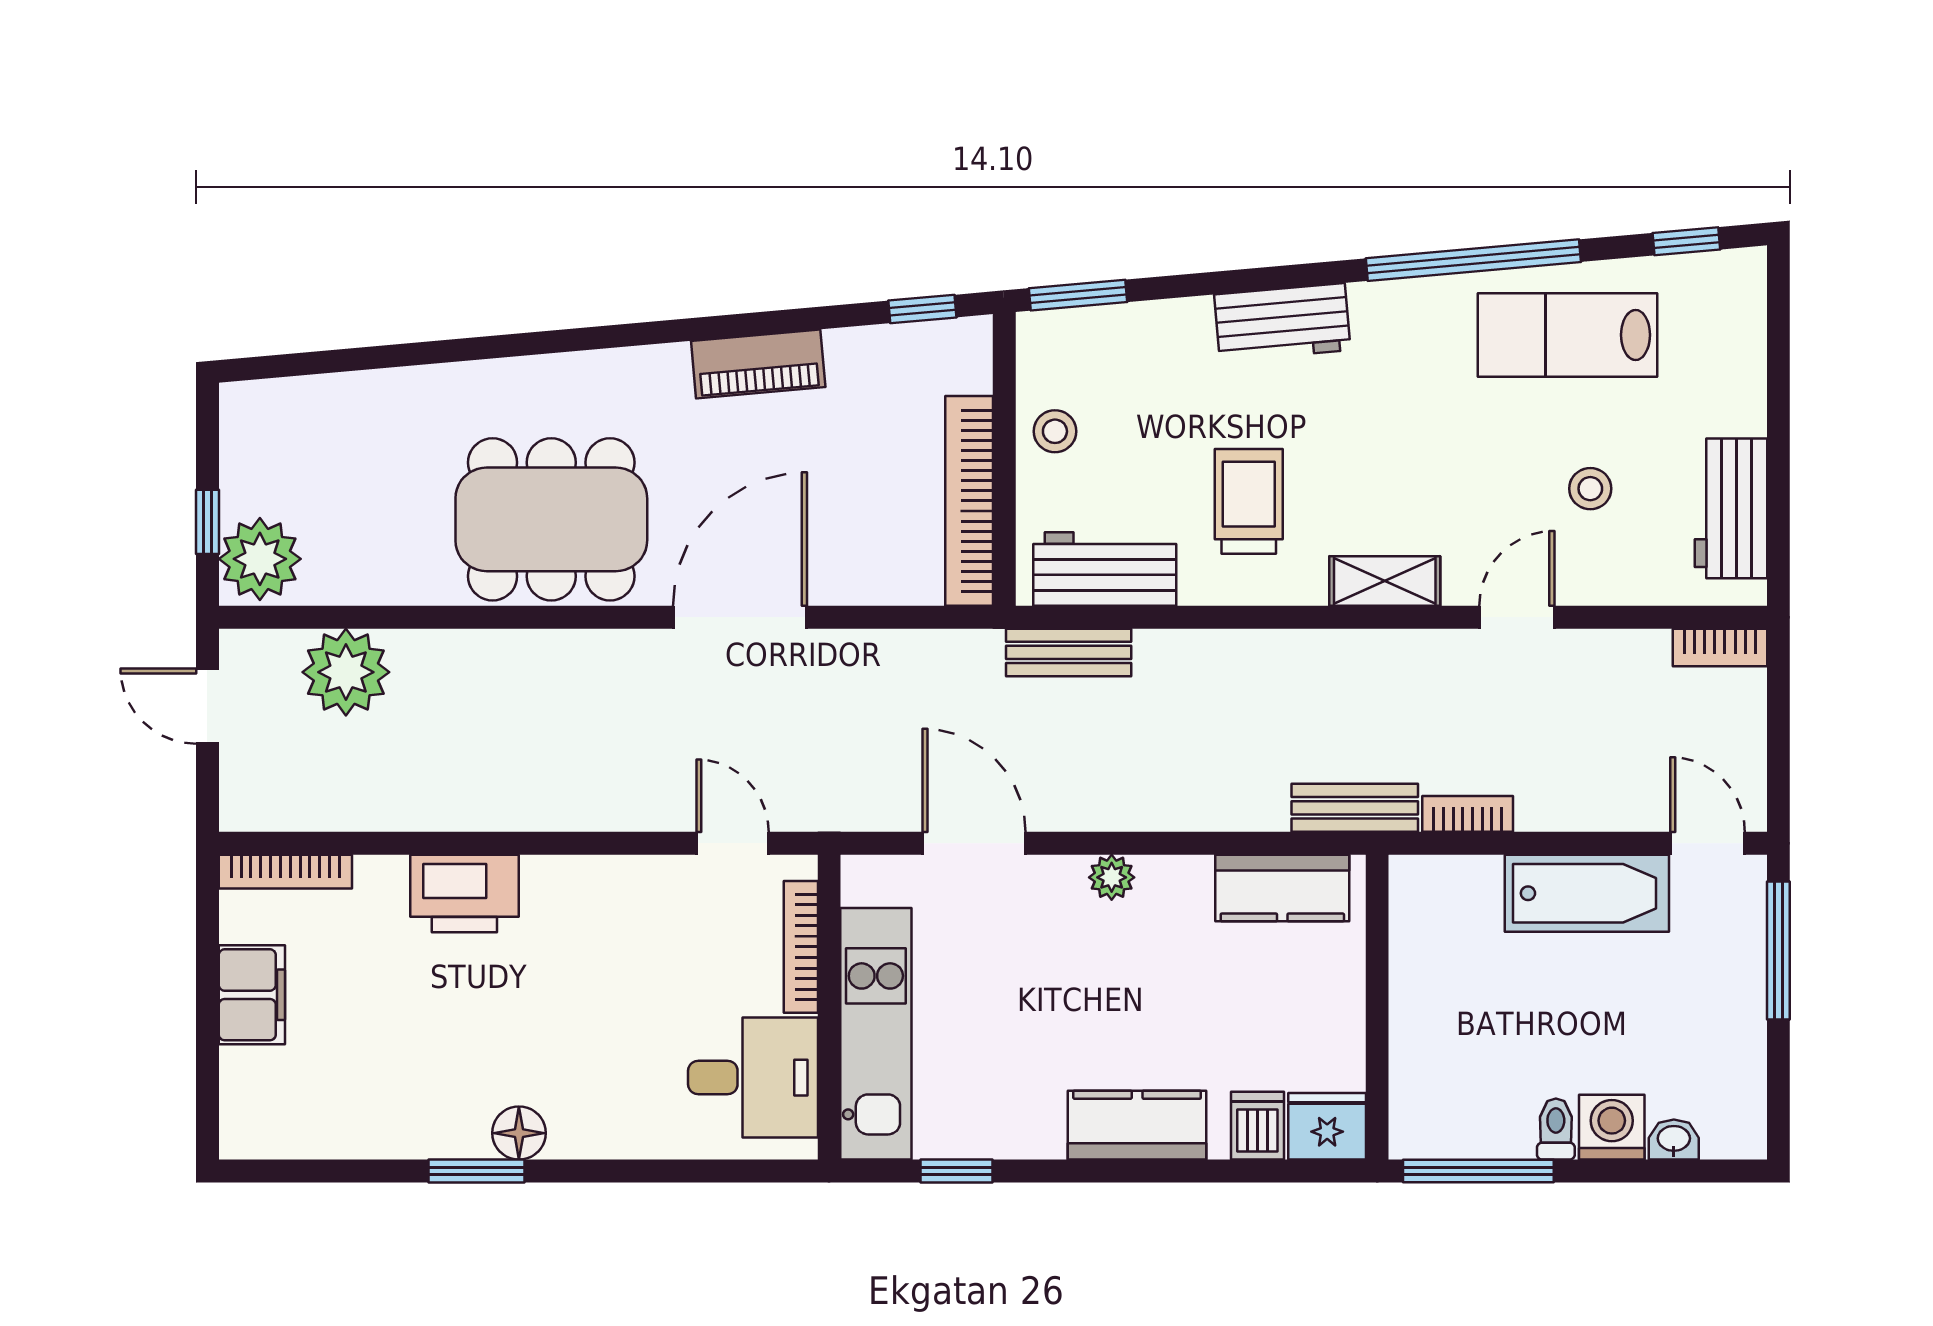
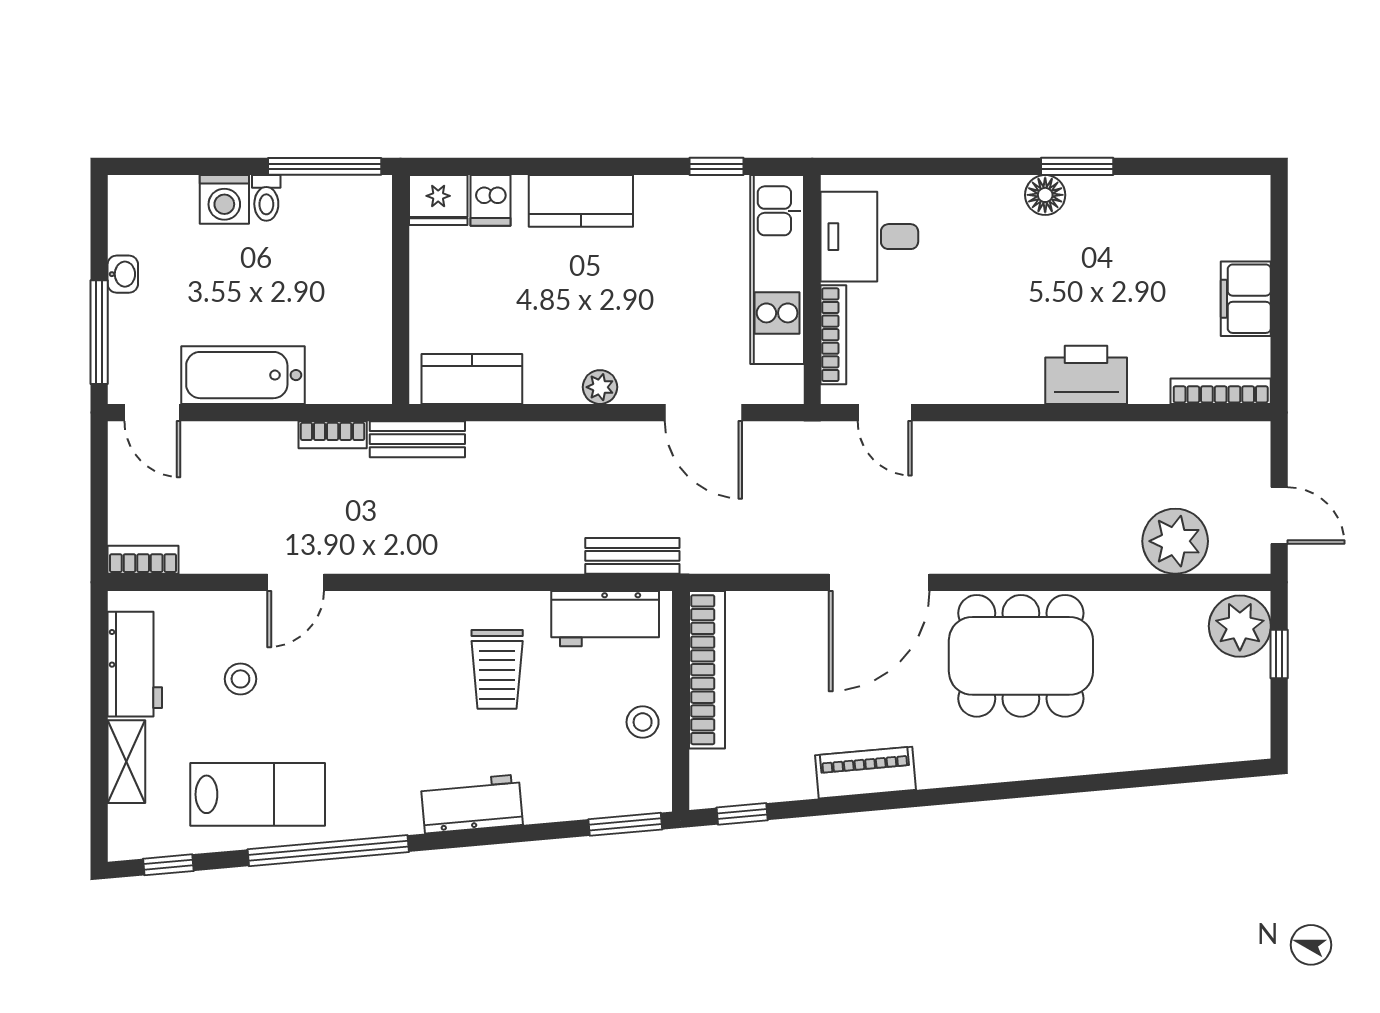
shelving: (1385, 581) -> (126, 762), moved, turned 90
washbasin: (1674, 1140) -> (123, 274), moved, turned -90

